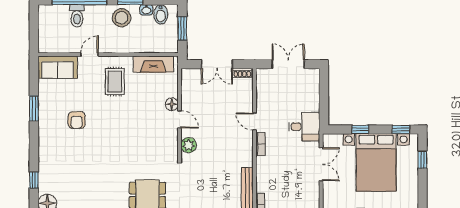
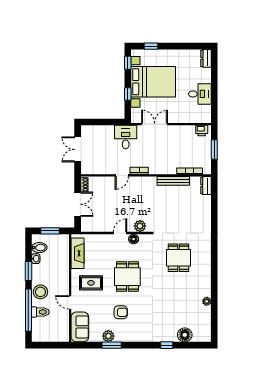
stool: (121, 18) -> (40, 292), moved
plant: (46, 104) -> (108, 336), added
floor lamp: (172, 104) -> (134, 239), moved
dining table: (123, 129) -> (127, 277), added

